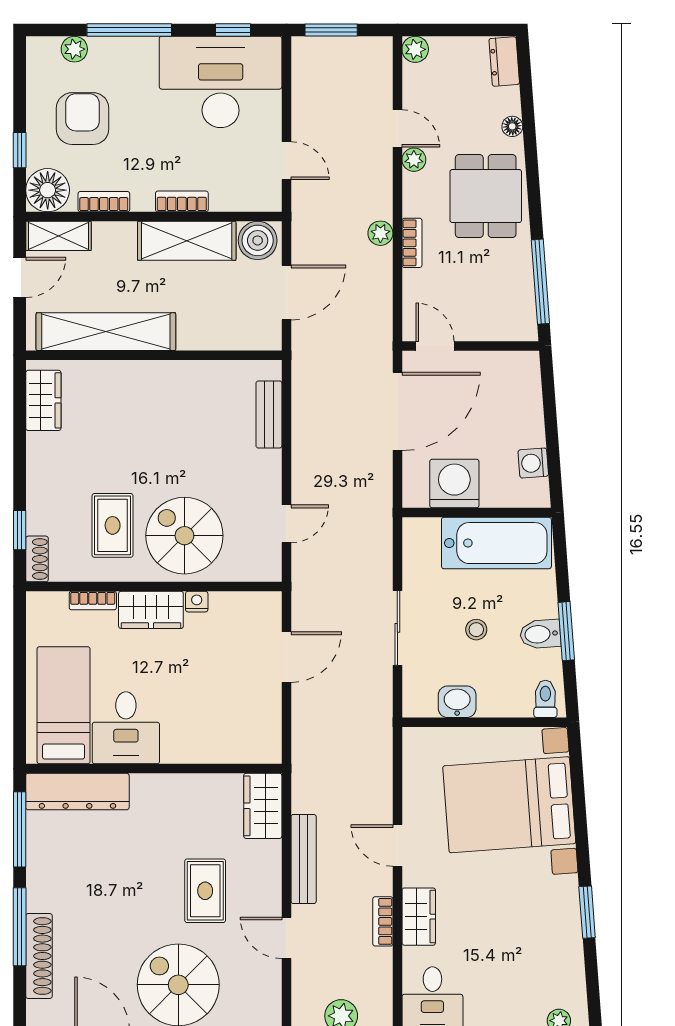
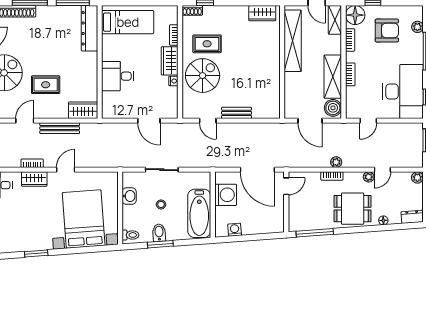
bench: (269, 414) -> (237, 113), moved
desk: (126, 728) -> (118, 76), moved

